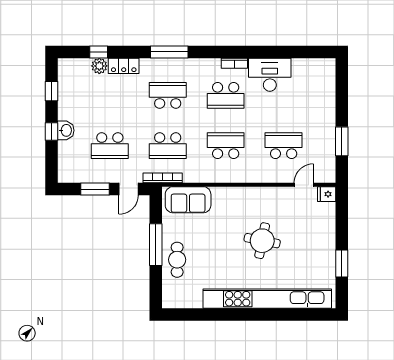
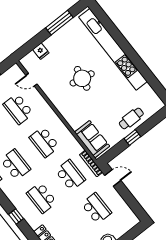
window: (169, 52) -> (16, 216), width x0.46
window: (95, 189) -> (128, 197), removed
fridge: (327, 194) -> (41, 51), moved
window: (156, 245) -> (132, 137), width x0.46
window: (342, 263) -> (59, 23), width x1.44

